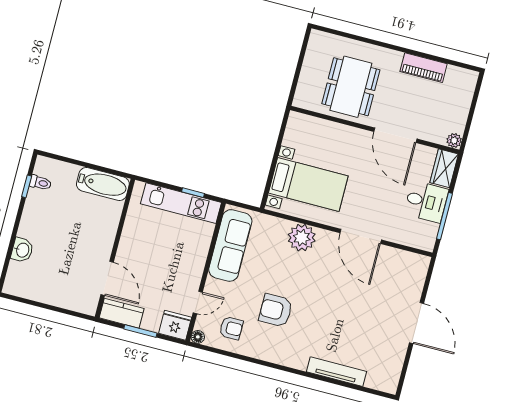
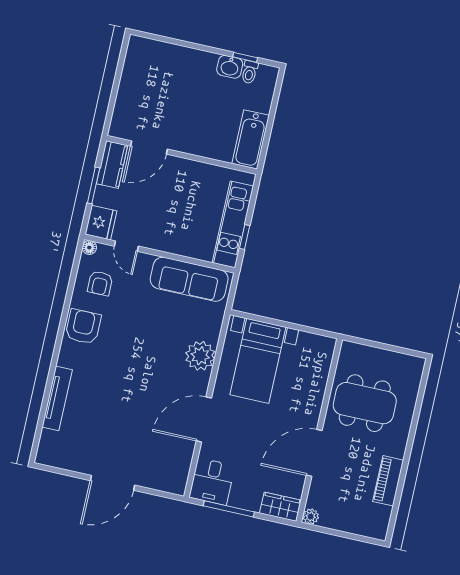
desk: (426, 202) -> (212, 482), moved
washbasin: (22, 250) -> (230, 67), moved
armchair: (276, 310) -> (83, 327), moved

